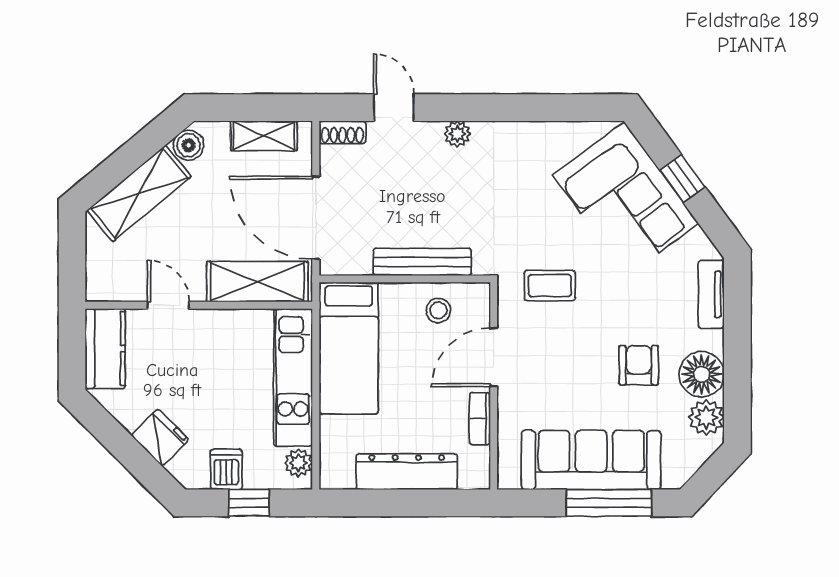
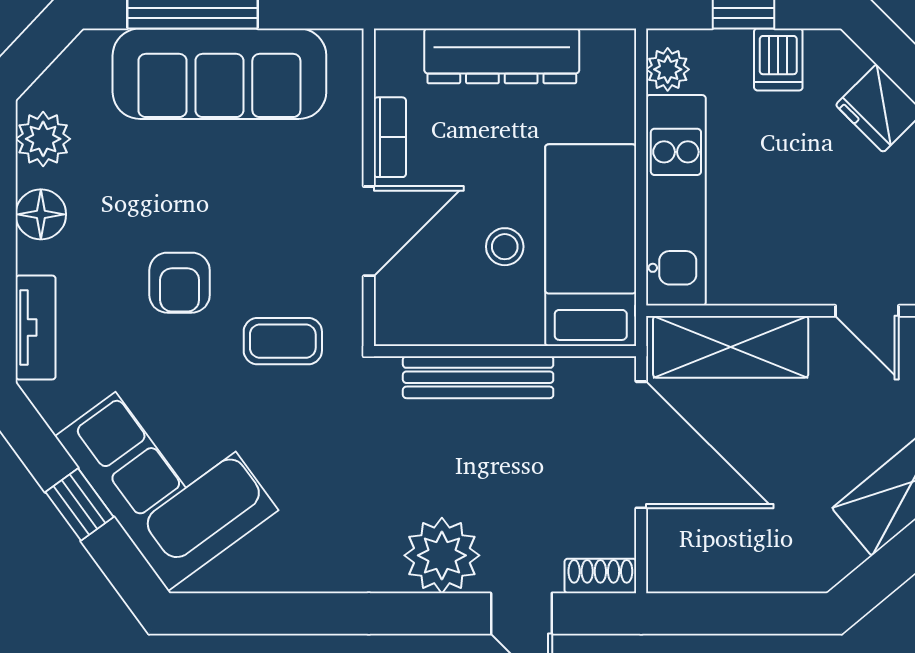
plant: (457, 134) -> (442, 555), width x1.88, depth x1.88
shelving: (264, 136) -> (721, 570), removed
boiler: (189, 145) -> (836, 556), removed
stool: (438, 310) -> (505, 247), moved
armchair: (639, 365) -> (180, 283), moved
floor lamp: (702, 374) -> (41, 214), width x0.73, depth x0.73

